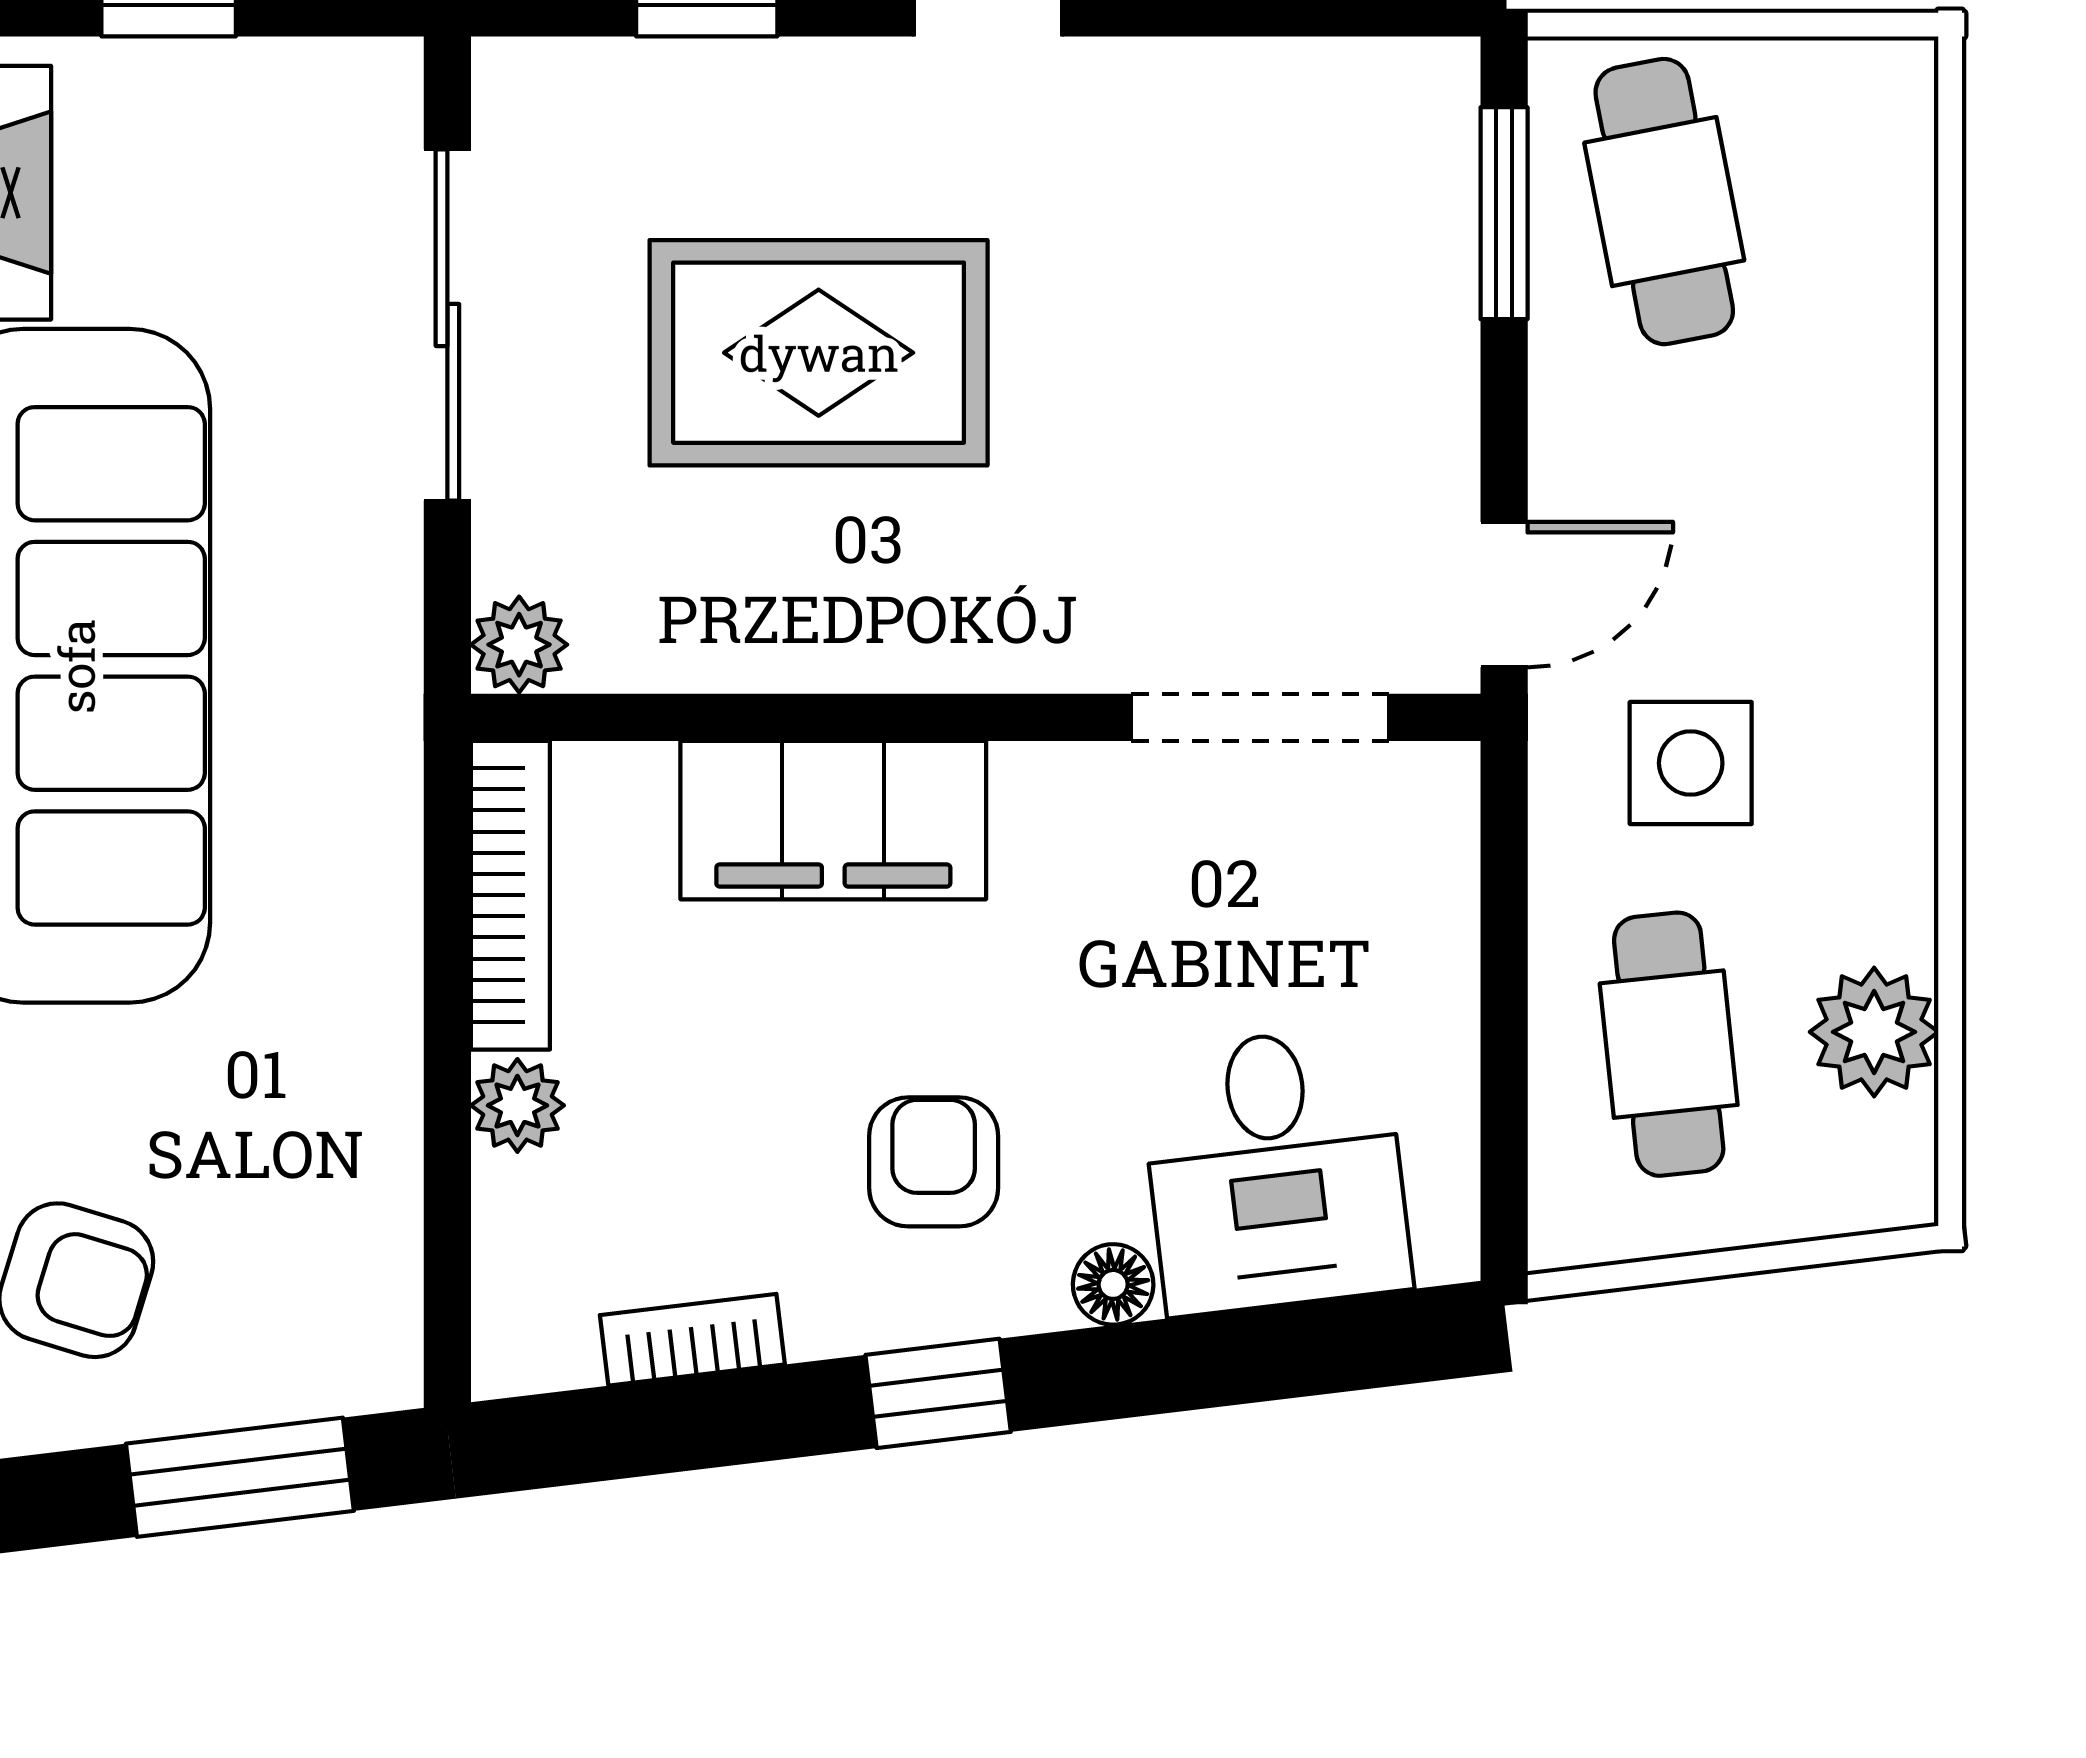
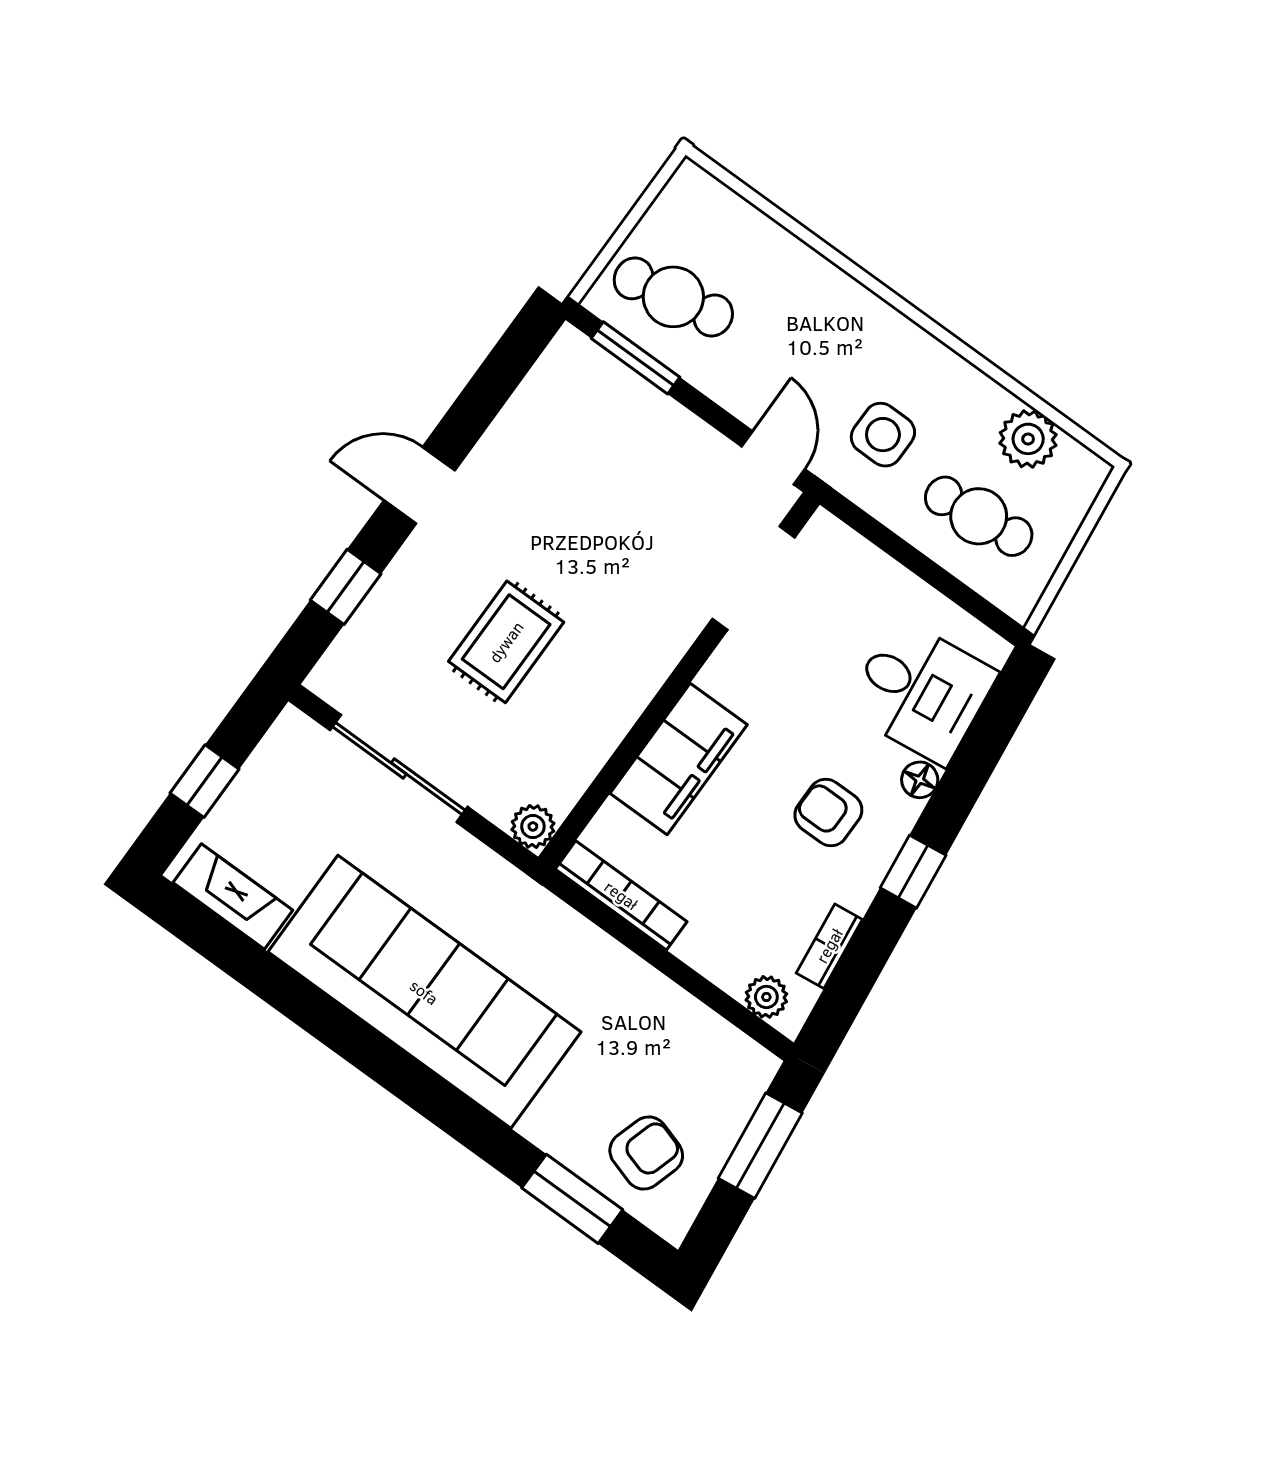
rug: (819, 353) -> (506, 642), width x0.73, depth x0.70
plant: (517, 1105) -> (766, 997), moved

